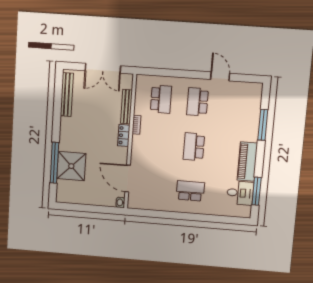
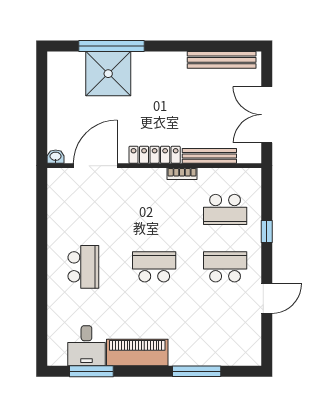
window: (177, 73) -> (267, 232), added
locker: (124, 135) -> (155, 155), width x1.53

